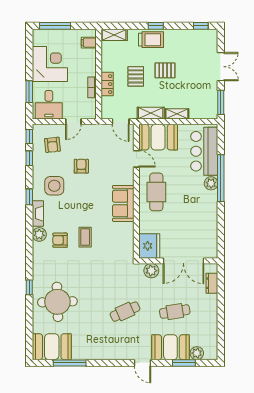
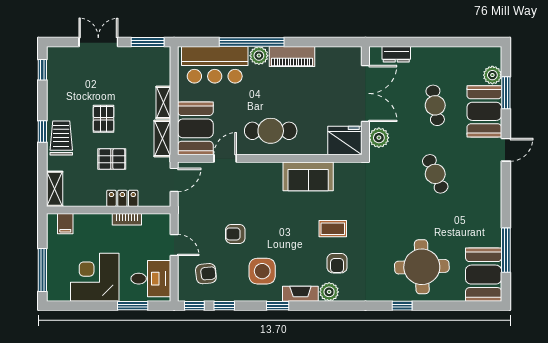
sofa: (123, 203) -> (308, 176), moved
piano: (210, 207) -> (292, 56), added

